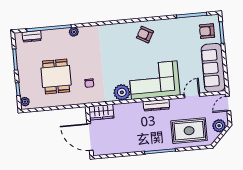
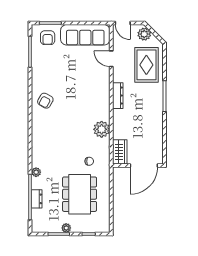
dresser: (32, 36) -> (37, 199), moved
dining table: (56, 76) -> (80, 194), width x1.38
corner sofa: (154, 80) -> (92, 95), removed
plant: (25, 102) -> (66, 228), moved

